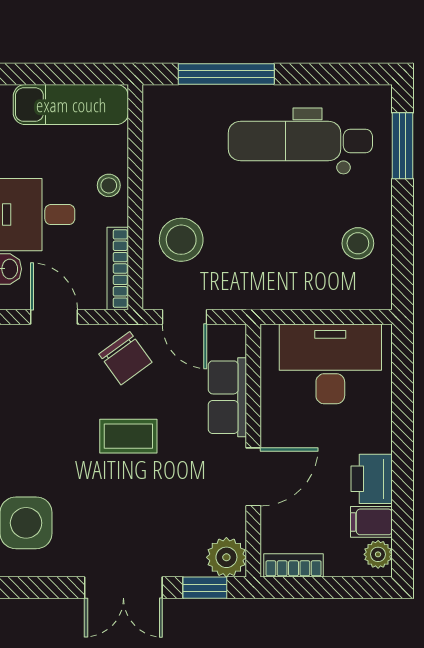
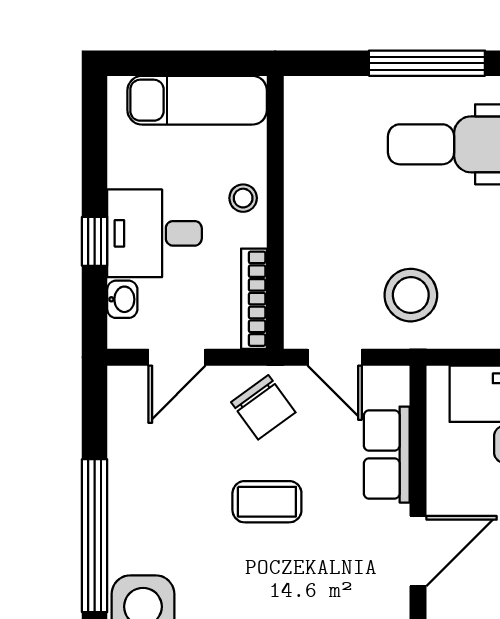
window: (226, 74) -> (427, 63), moved
stool: (181, 240) -> (411, 295), moved
door: (54, 317) -> (177, 357), swing flipped

